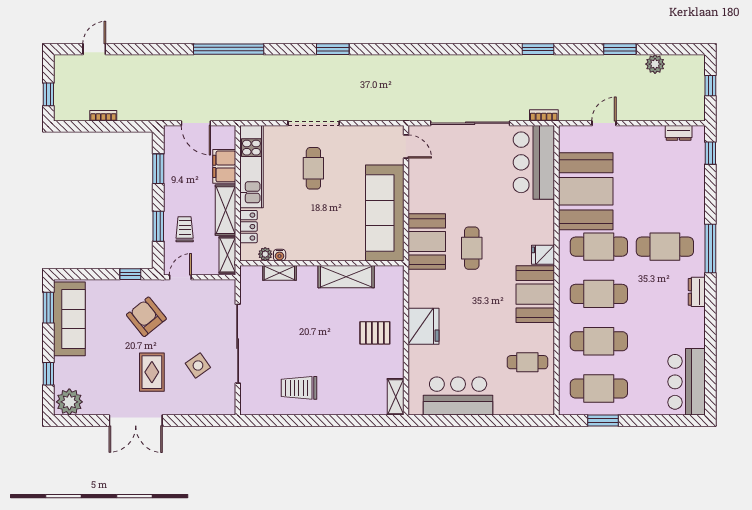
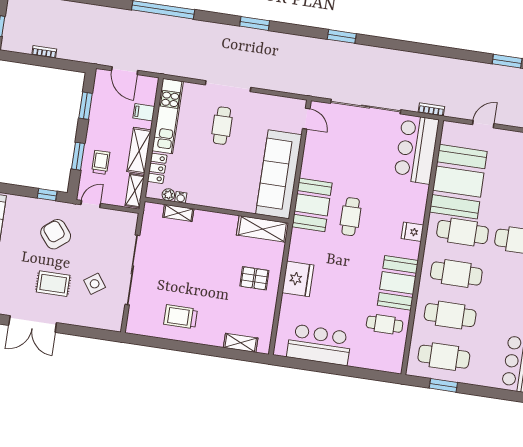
window: (538, 49) -> (342, 36), moved
filing cabinet: (224, 166) -> (144, 112), width x0.50
shelving: (346, 277) -> (263, 229), moved
booth: (535, 294) -> (398, 283), moved
rug: (152, 372) -> (53, 284), turned 90
shelving: (396, 397) -> (241, 343), moved, turned 90

